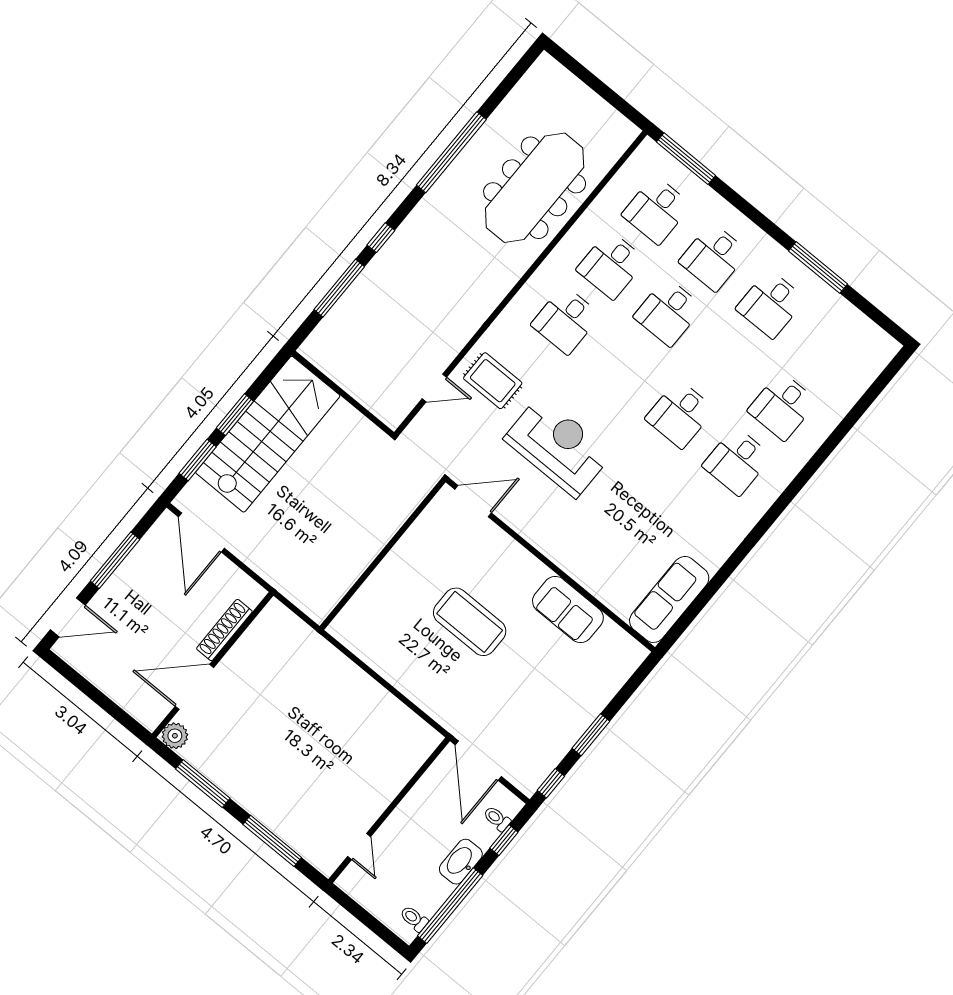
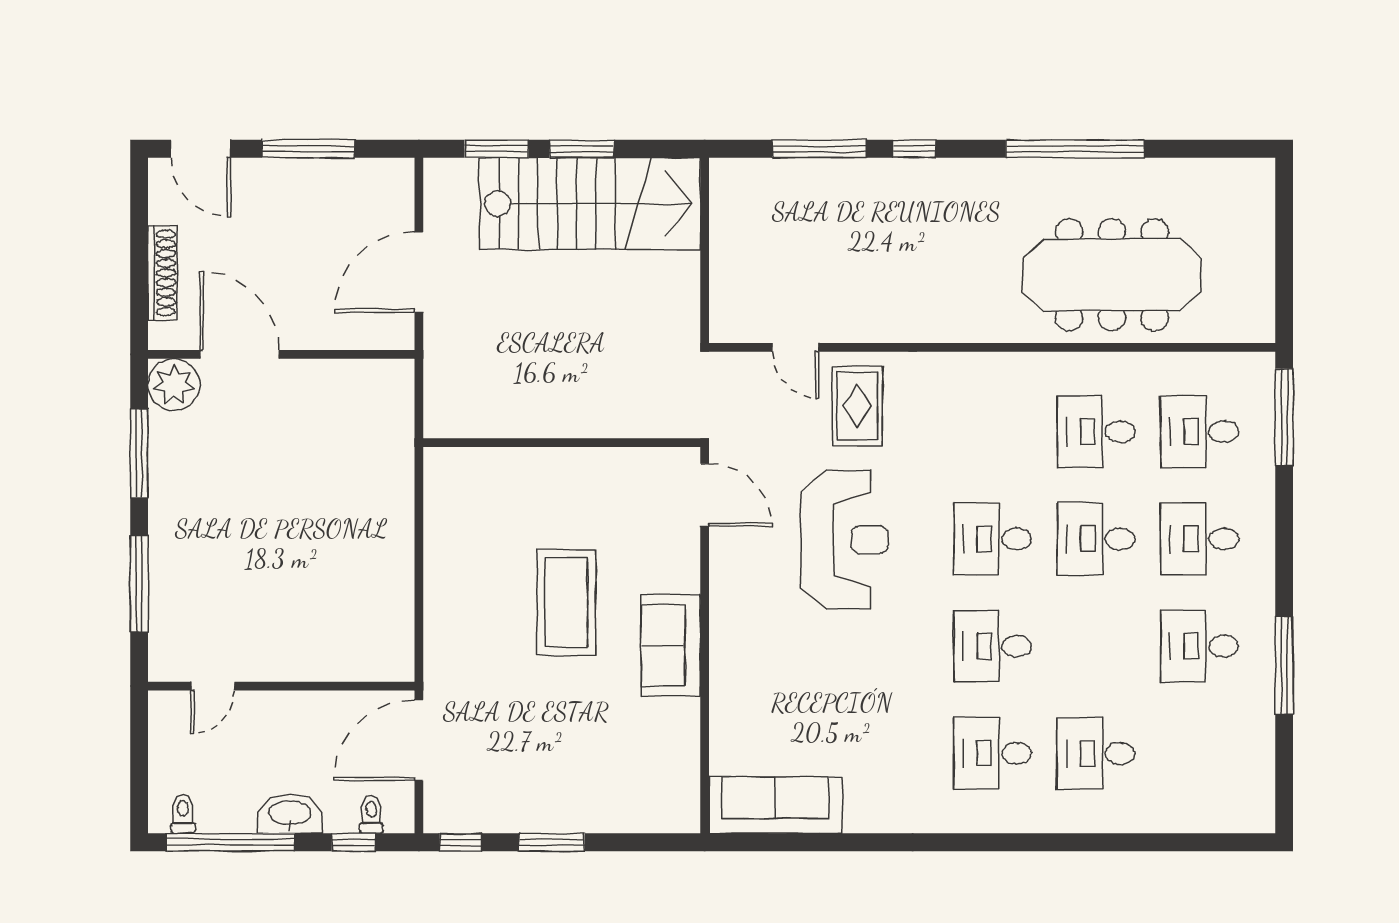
desk: (566, 320) -> (993, 539), moved
door: (201, 533) -> (419, 272), moved
sofa: (568, 609) -> (671, 645), moved
shoe rack: (224, 630) -> (163, 273), moved, turned 90
plant: (175, 736) -> (174, 385), width x1.36, depth x1.36

